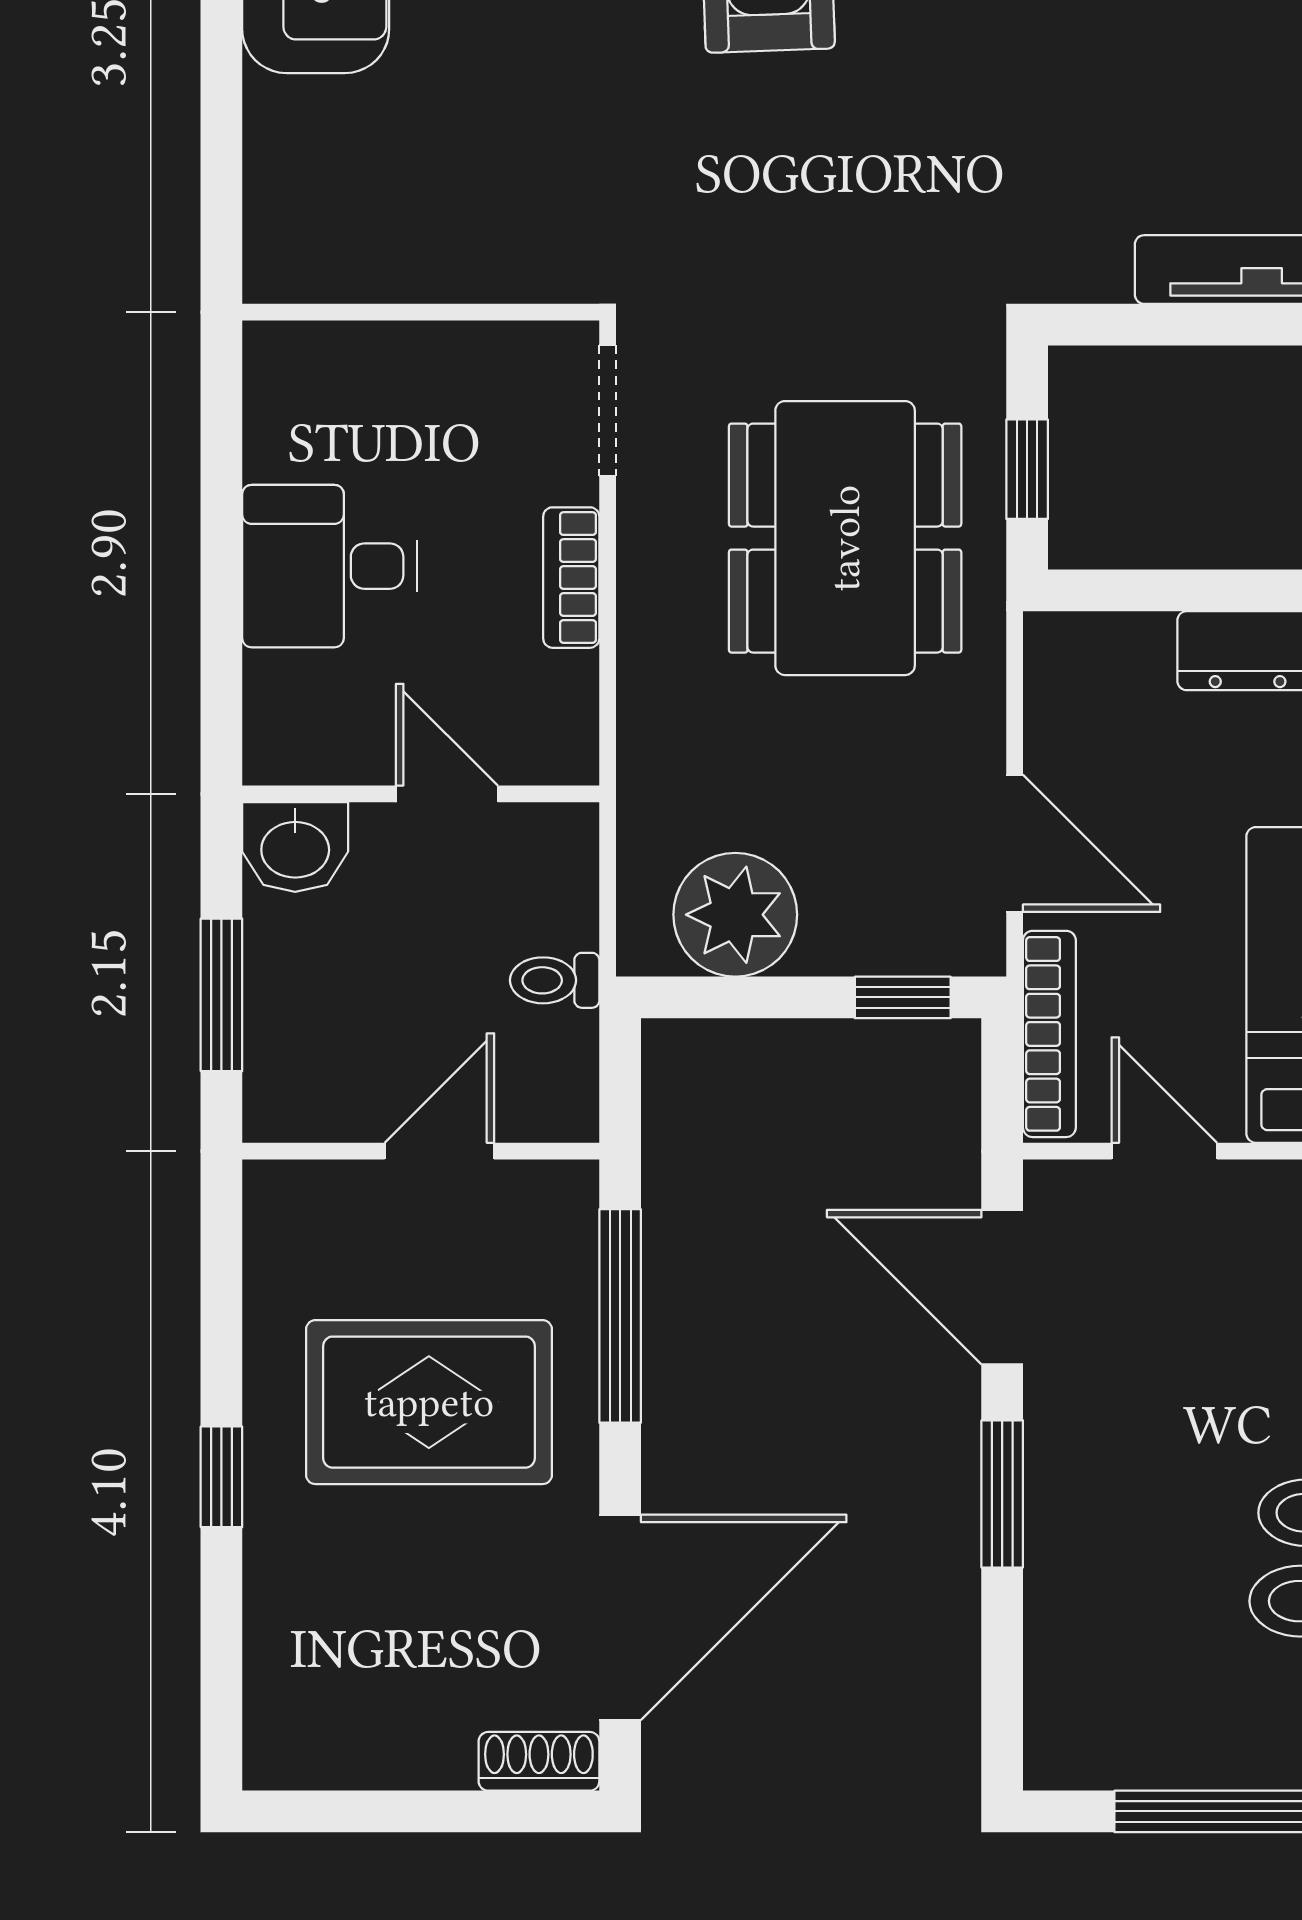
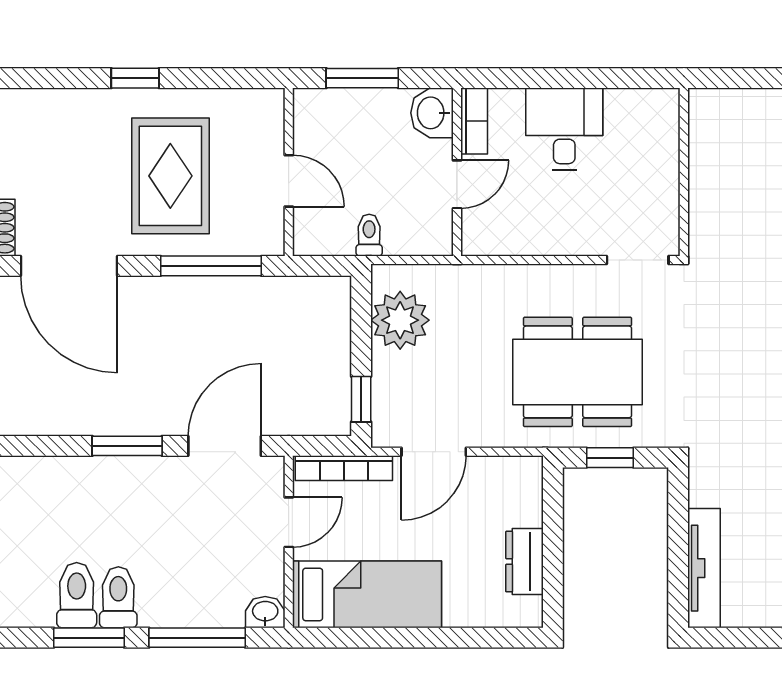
bookcase: (571, 578) -> (474, 121), moved, turned 90

